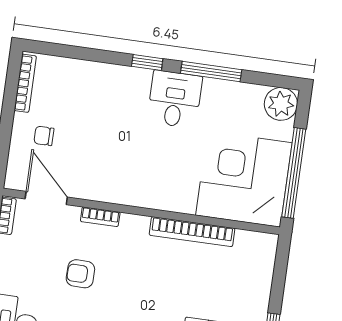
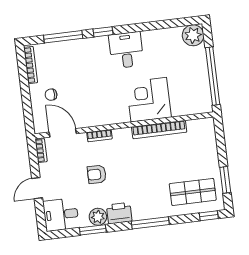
window: (211, 72) -> (63, 37), moved
corner desk: (244, 179) -> (149, 100), moved, width x0.74, depth x0.74

